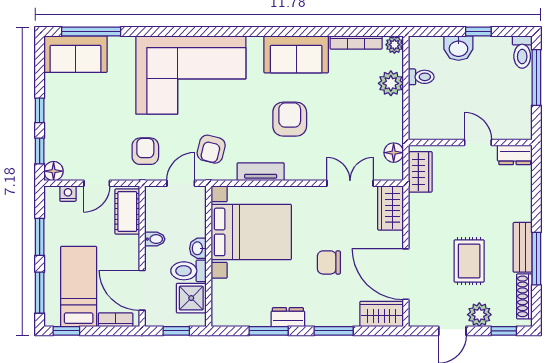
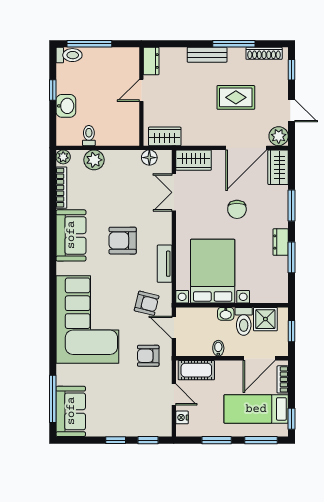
floor lamp: (54, 171) -> (164, 429), removed
bench: (523, 247) -> (207, 55), moved
plant: (479, 315) -> (279, 136), moved

